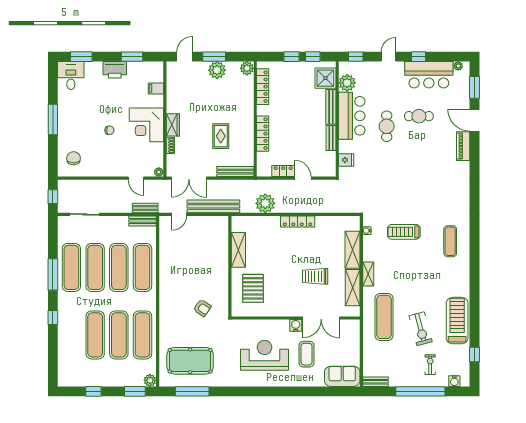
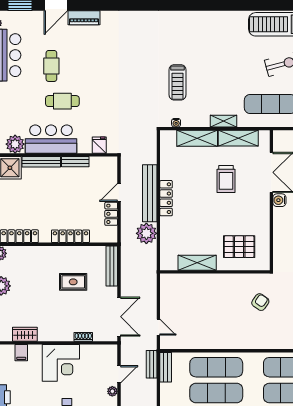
wardrobe: (173, 125) -> (25, 334), moved
plant: (159, 172) -> (112, 391), moved
bench: (213, 206) -> (150, 193), moved
exercise mat: (450, 241) -> (188, 32), removed

